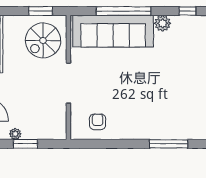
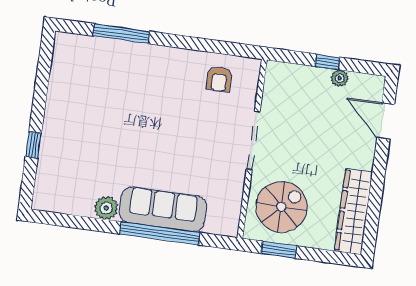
window: (188, 11) -> (68, 221), removed
sofa: (113, 31) -> (163, 209), width x0.74, depth x0.79
window: (25, 144) -> (327, 62), width x0.67

